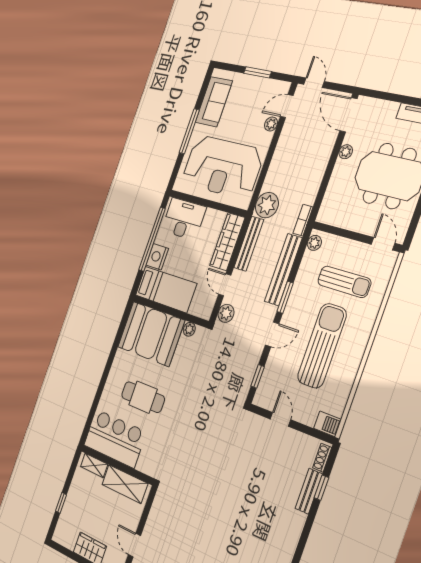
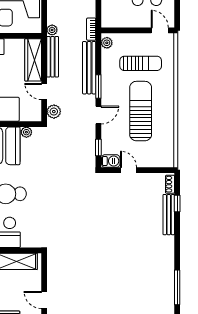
plant: (267, 205) -> (52, 30), width x0.53, depth x0.53
barbecue: (328, 424) -> (111, 161), moved
bench: (309, 491) -> (169, 215), width x1.36

